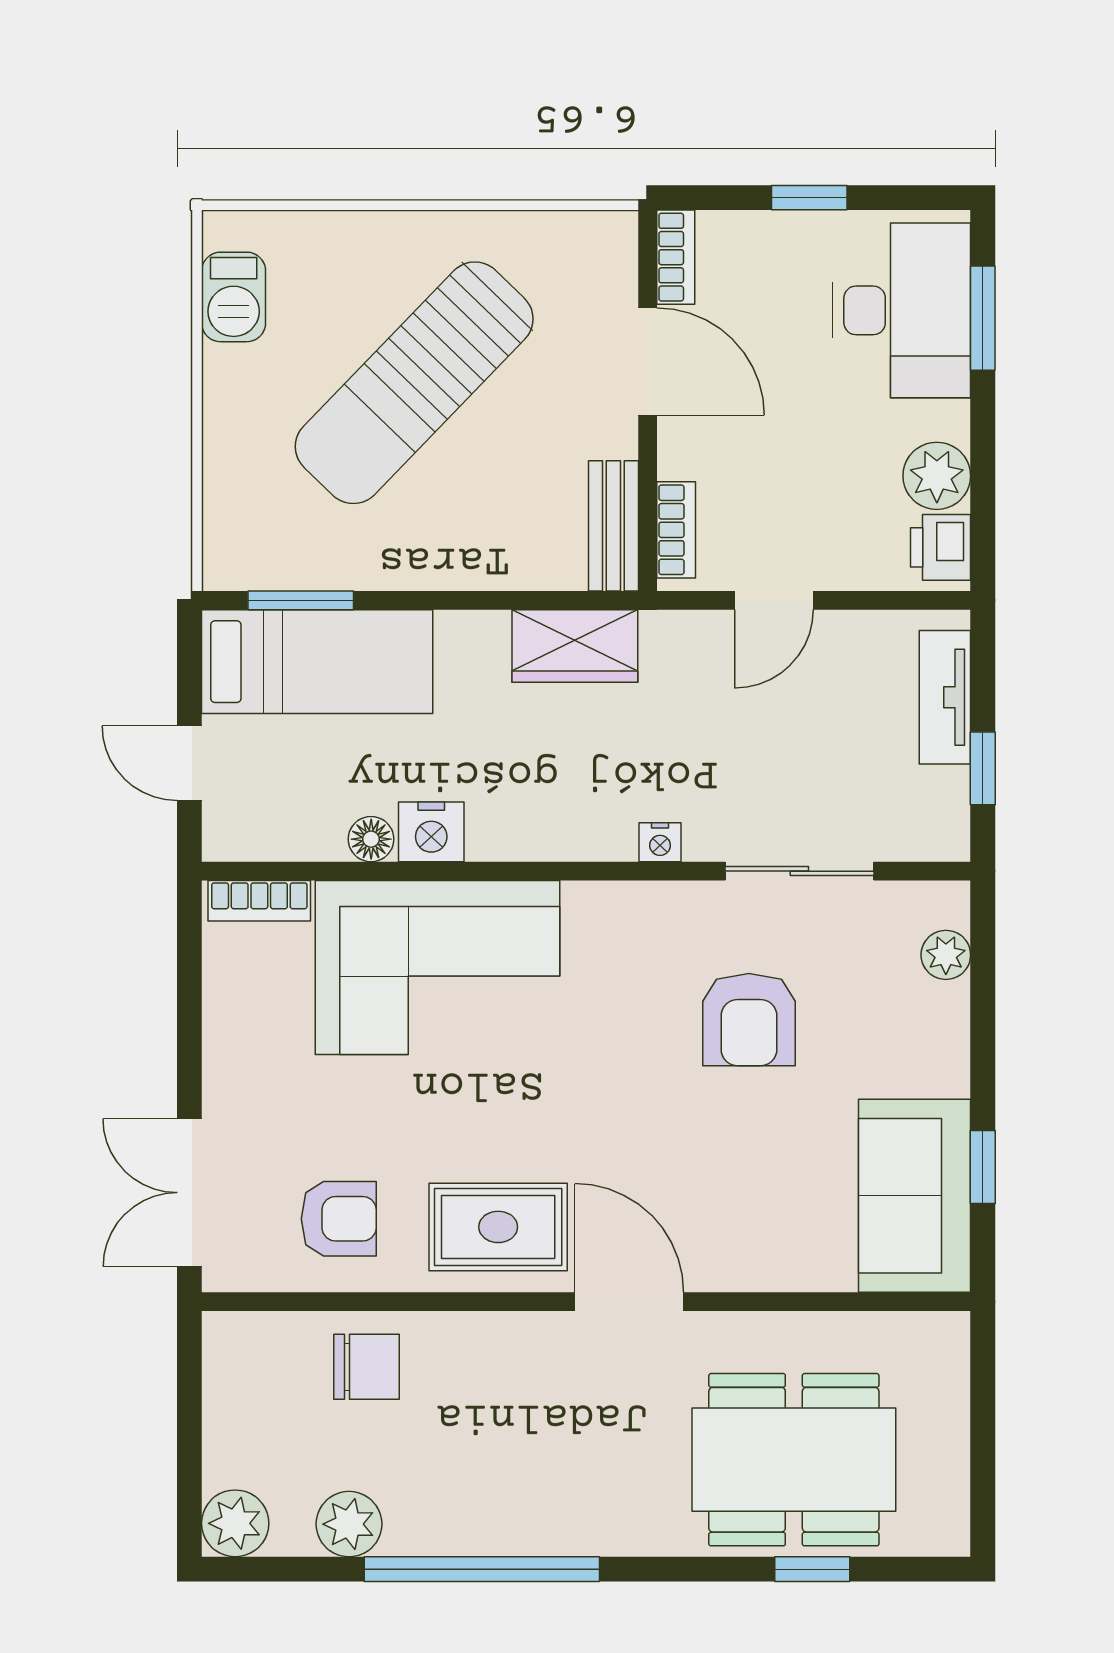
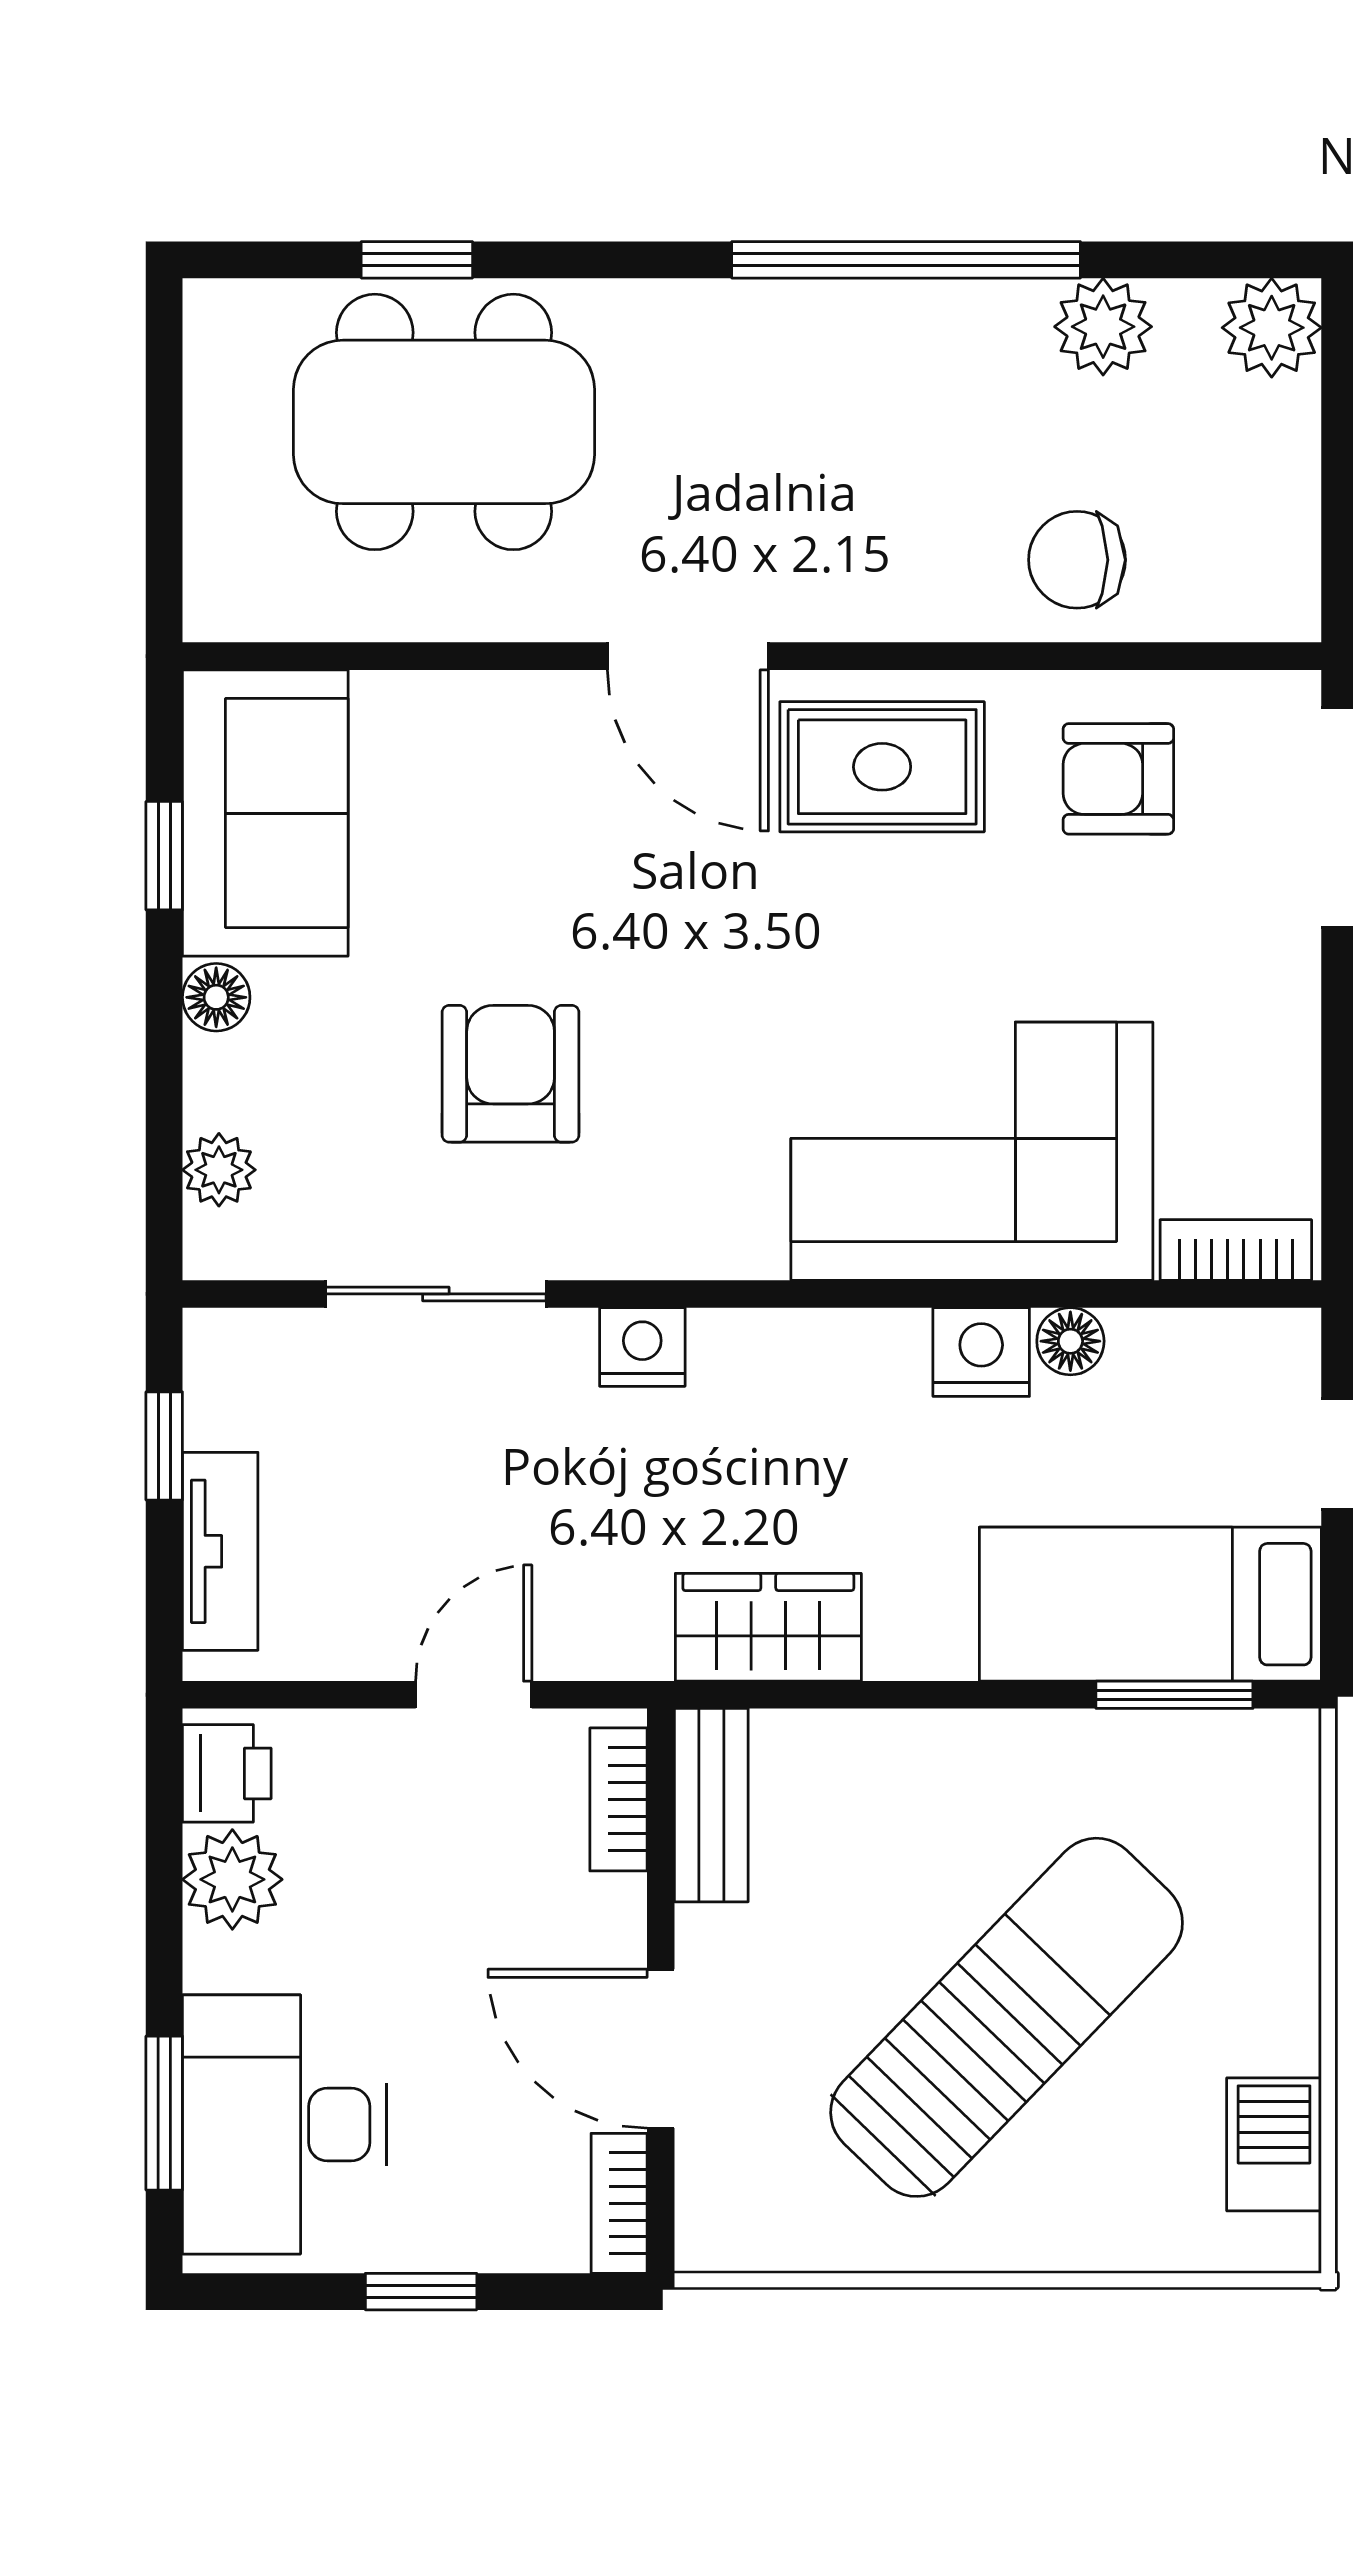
nightstand: (660, 842) -> (642, 1347), width x1.39, depth x1.35
floor lamp: (948, 1071) -> (216, 997), added

